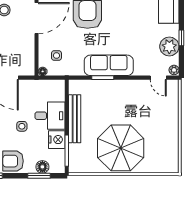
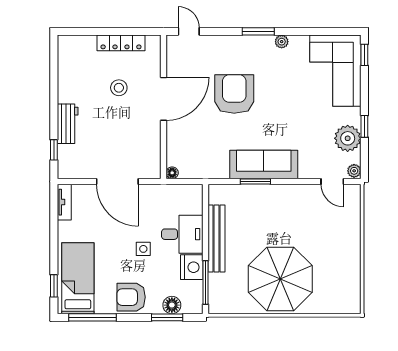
side table: (56, 56) -> (191, 151), removed

